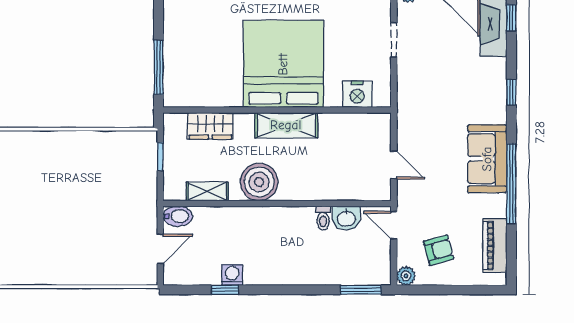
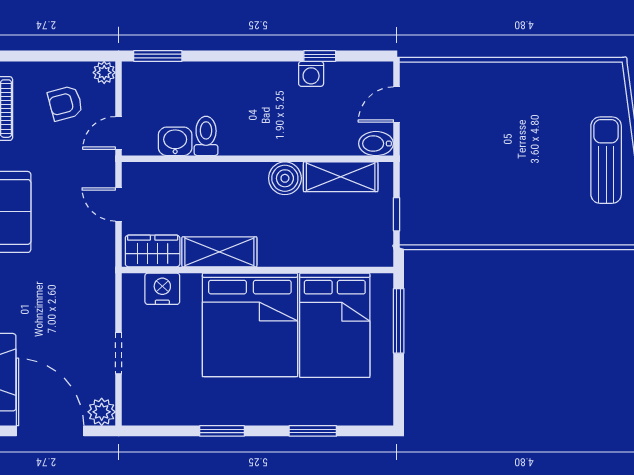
bed: (212, 64) -> (335, 325), added
shelving: (286, 125) -> (219, 252), moved
wardrobe: (210, 126) -> (153, 251), moved
boiler: (259, 182) -> (285, 178), width x0.73, depth x0.73
shelving: (207, 191) -> (341, 177), width x1.50, depth x1.33
toilet: (323, 218) -> (206, 136), width x1.37, depth x1.39
door: (394, 225) -> (119, 133), swing flipped

